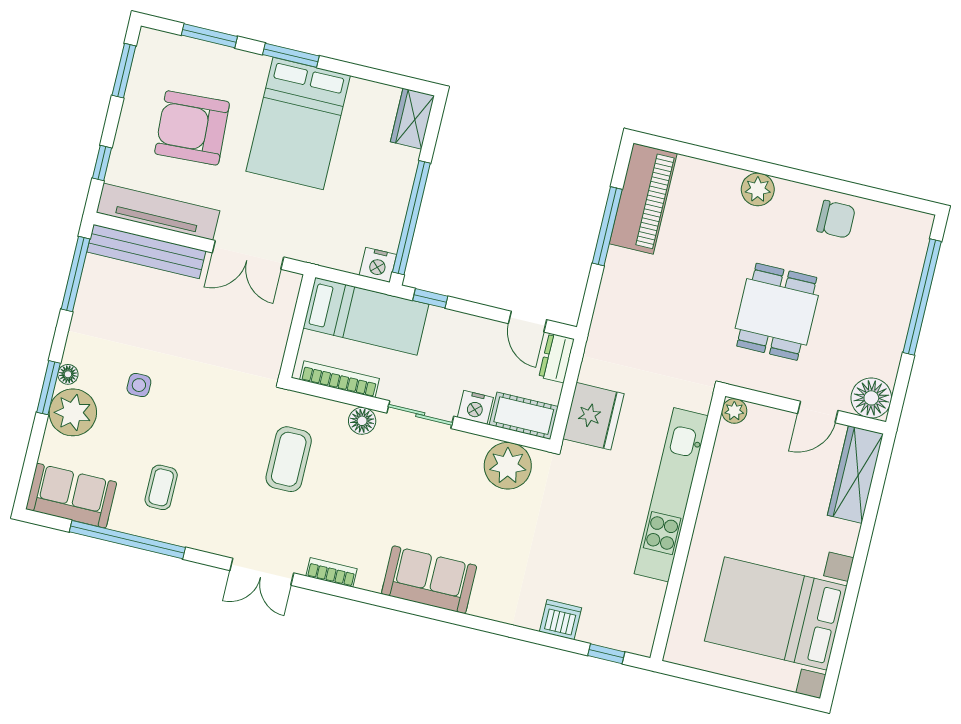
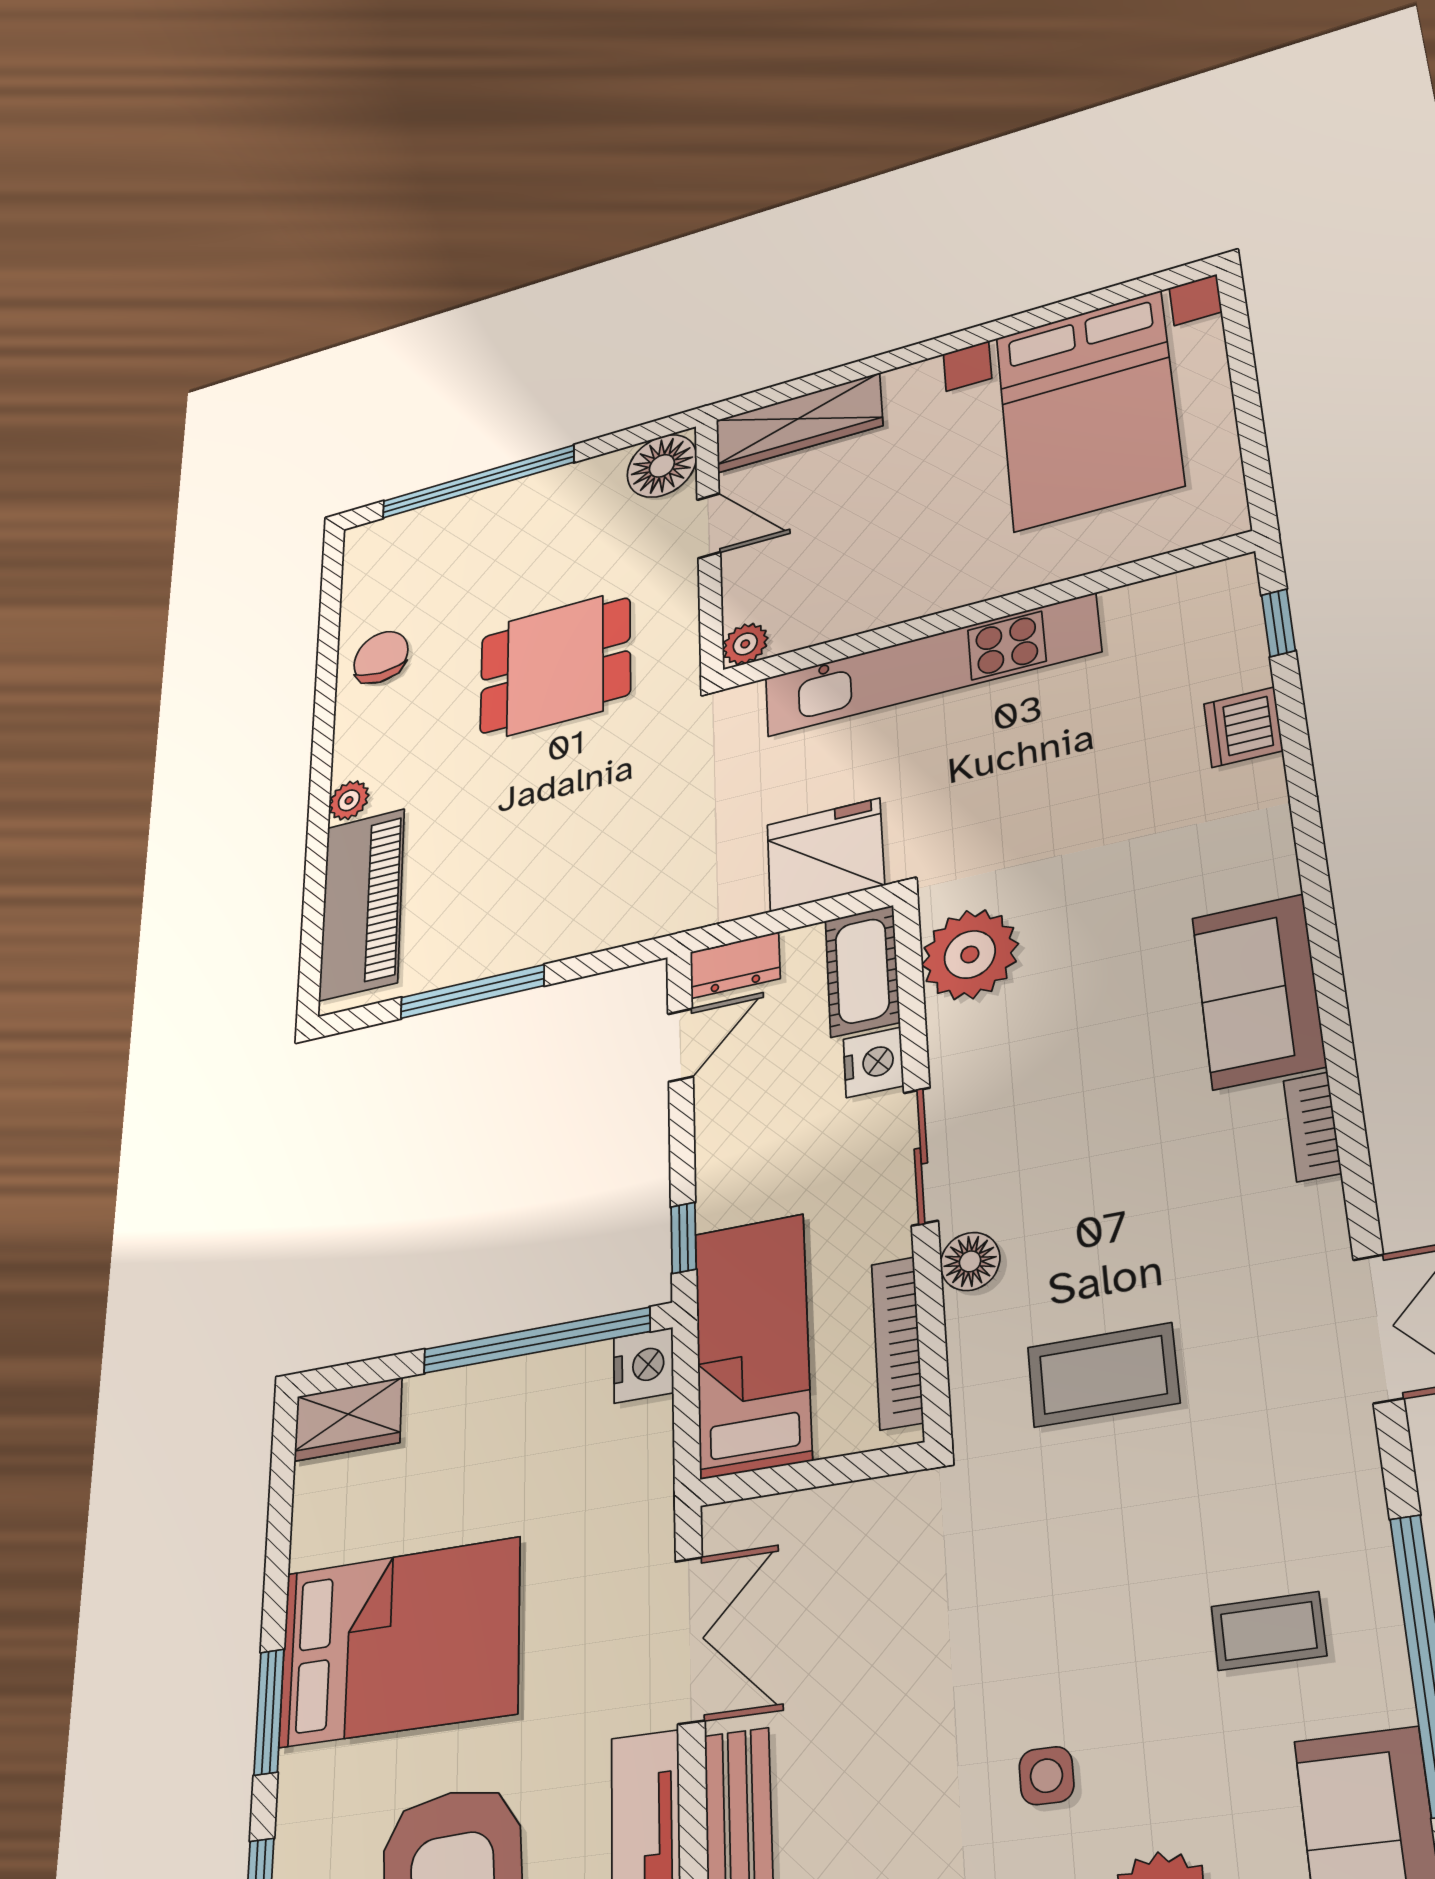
plant: (758, 189) -> (349, 800), width x0.73, depth x0.73
piano: (643, 199) -> (362, 904), moved, turned 90
bookcase: (332, 572) -> (1312, 1127), moved

